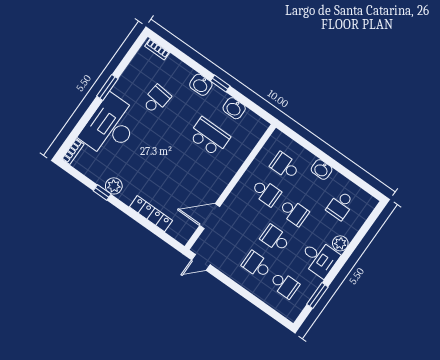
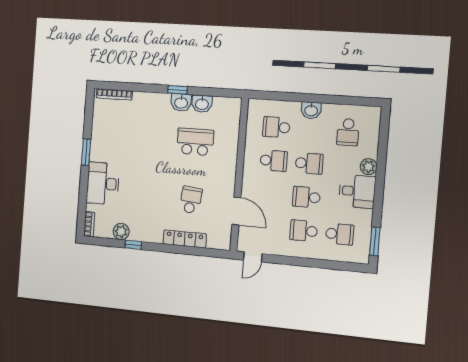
bookcase: (157, 49) -> (114, 94), width x1.56
washbasin: (201, 85) -> (181, 102), moved
school desk: (156, 99) -> (191, 200), moved
desk: (110, 126) -> (103, 183), width x0.73, depth x0.77
plant: (114, 186) -> (121, 232), moved
door: (210, 216) -> (236, 211), swing flipped
window: (317, 296) -> (375, 241), moved

